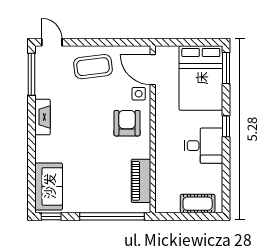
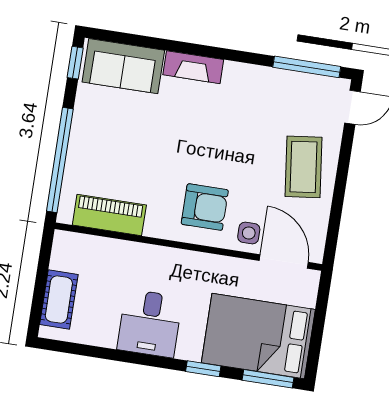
door: (153, 70) -> (284, 261), hinge flipped
fireplace: (43, 117) -> (193, 67), moved
window: (226, 126) -> (203, 369), moved

